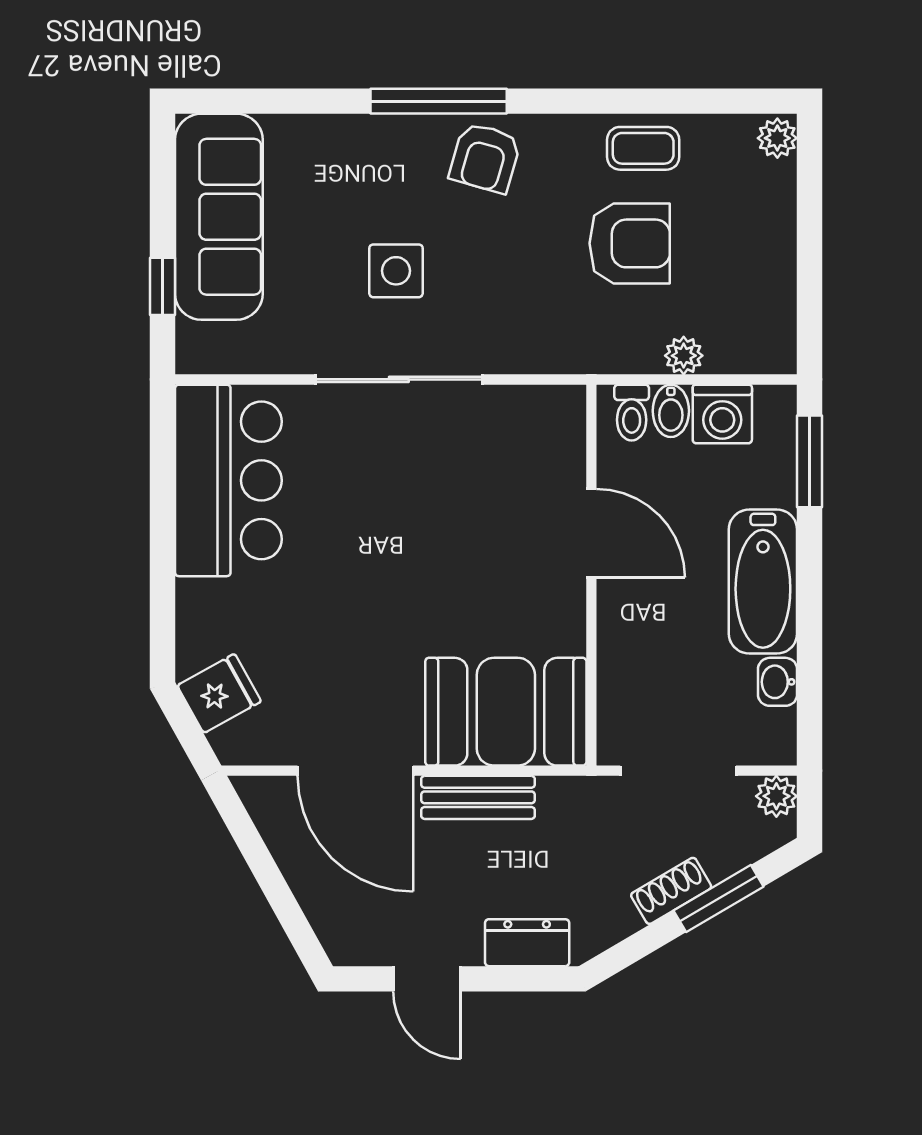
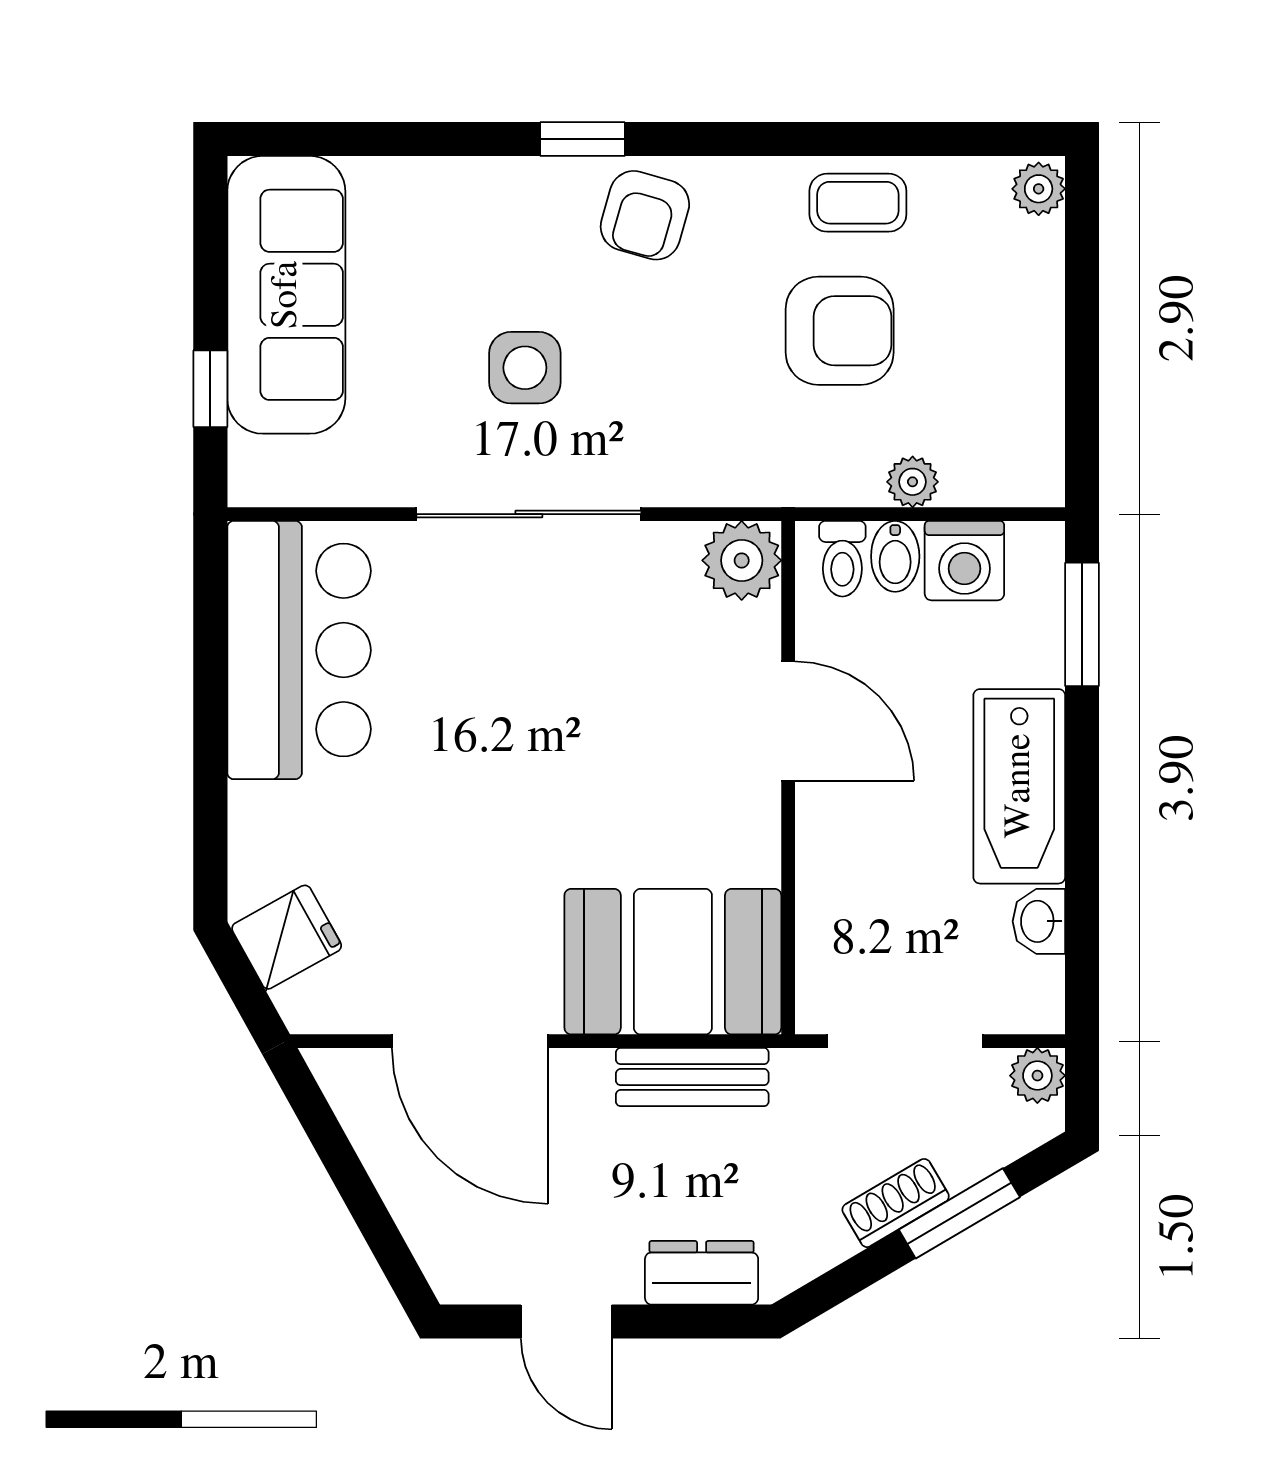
window: (439, 101) -> (582, 139), width x0.46
plant: (557, 414) -> (742, 560), added
bench: (478, 797) -> (692, 1077), moved

